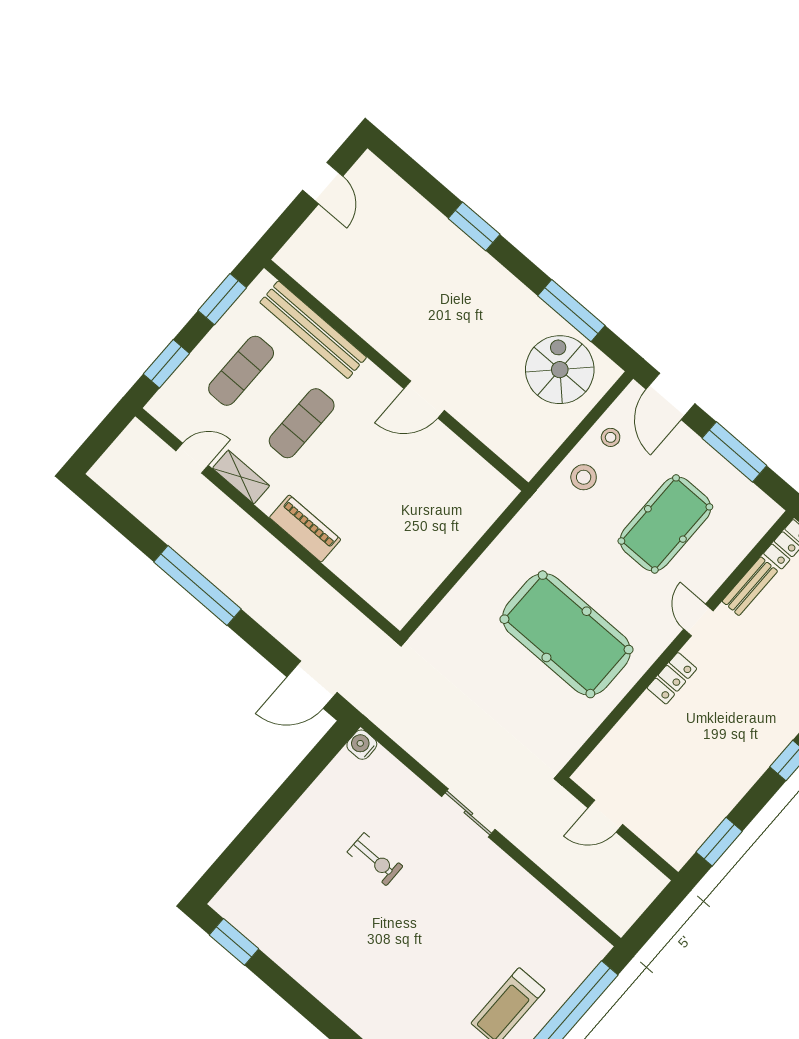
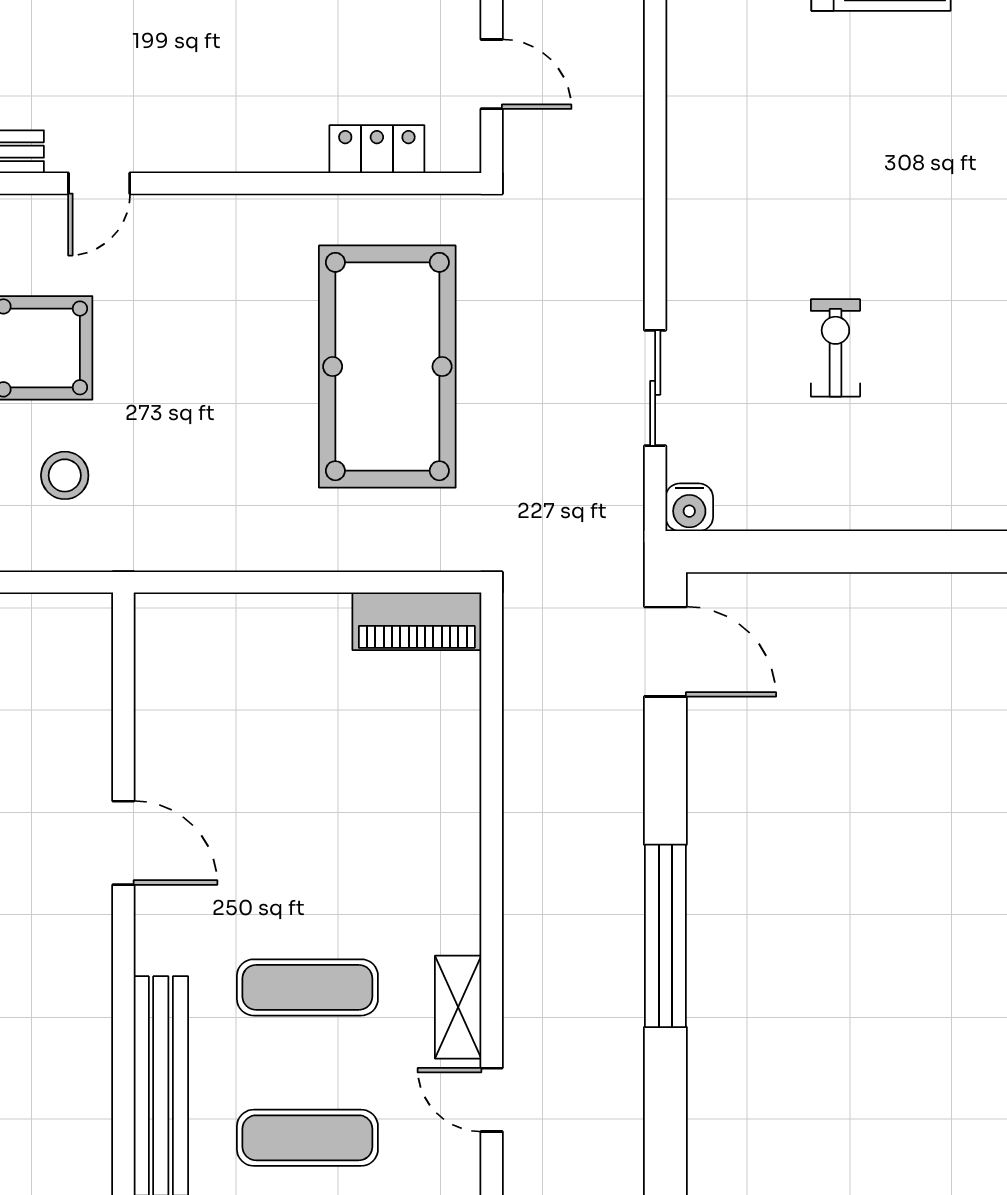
stool: (584, 477) -> (65, 475), moved
piano: (305, 529) -> (417, 621), moved, turned -90
pool table: (567, 634) -> (387, 367), moved
locker: (672, 678) -> (377, 149), moved
sliding door: (468, 813) -> (655, 388), moved

